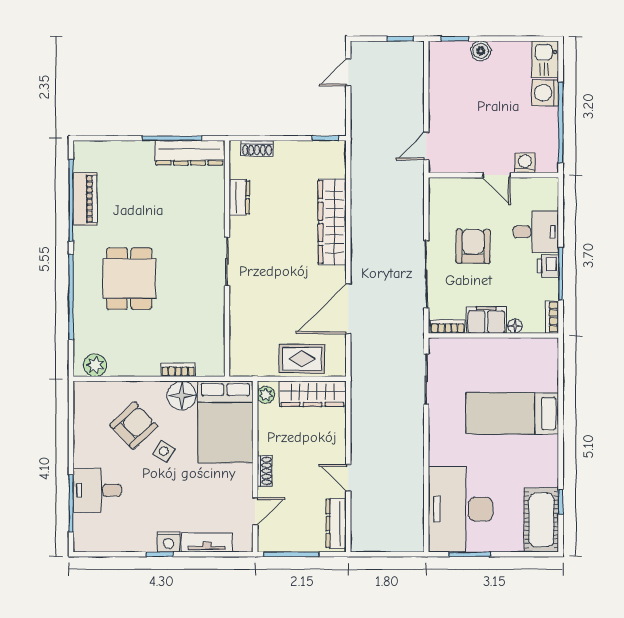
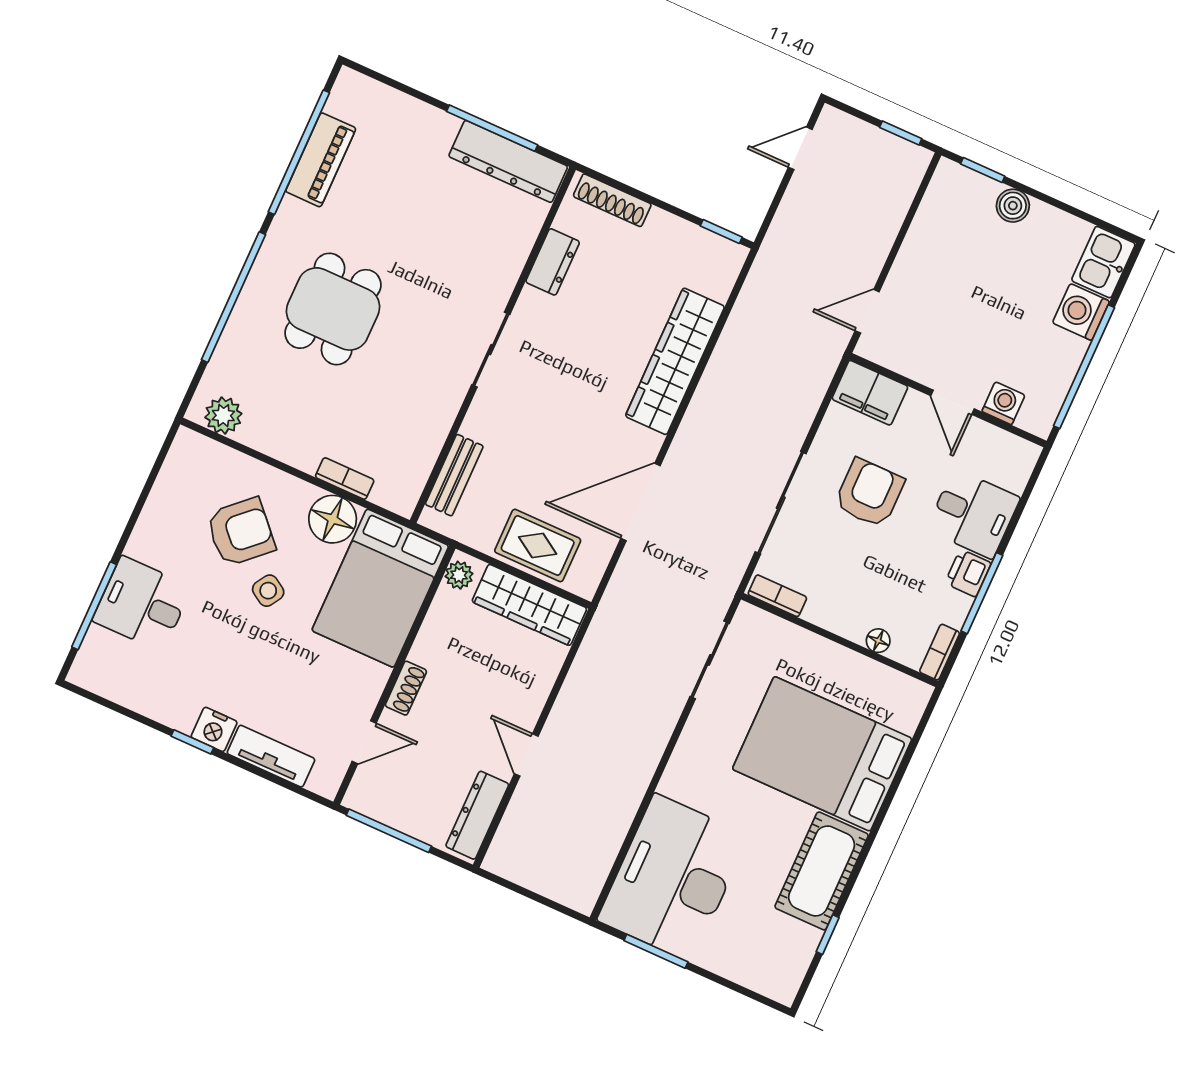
shoe rack: (257, 148) -> (612, 200), width x1.43
filing cabinet: (486, 320) -> (870, 393), moved, turned 180
bench: (238, 340) -> (454, 475), added
bed: (512, 413) -> (822, 754), width x1.50
cot: (541, 520) -> (822, 871), moved

